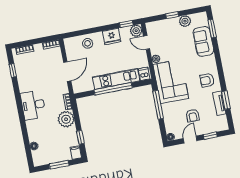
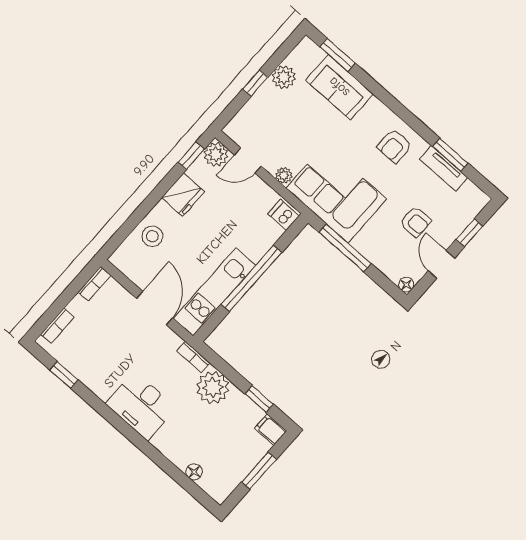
kitchen unit: (116, 79) -> (214, 292), moved

